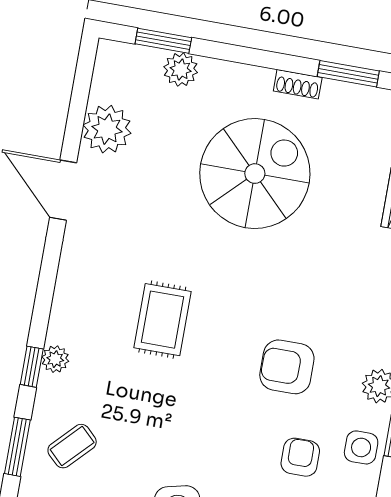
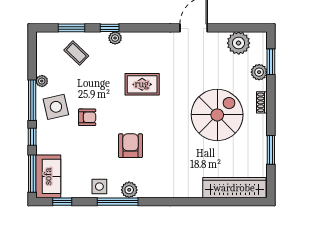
shoe rack: (298, 84) -> (262, 102), moved
plant: (107, 129) -> (239, 43), moved
spiral stairs: (255, 174) -> (217, 115), turned -90
armchair: (300, 457) -> (87, 117), moved

